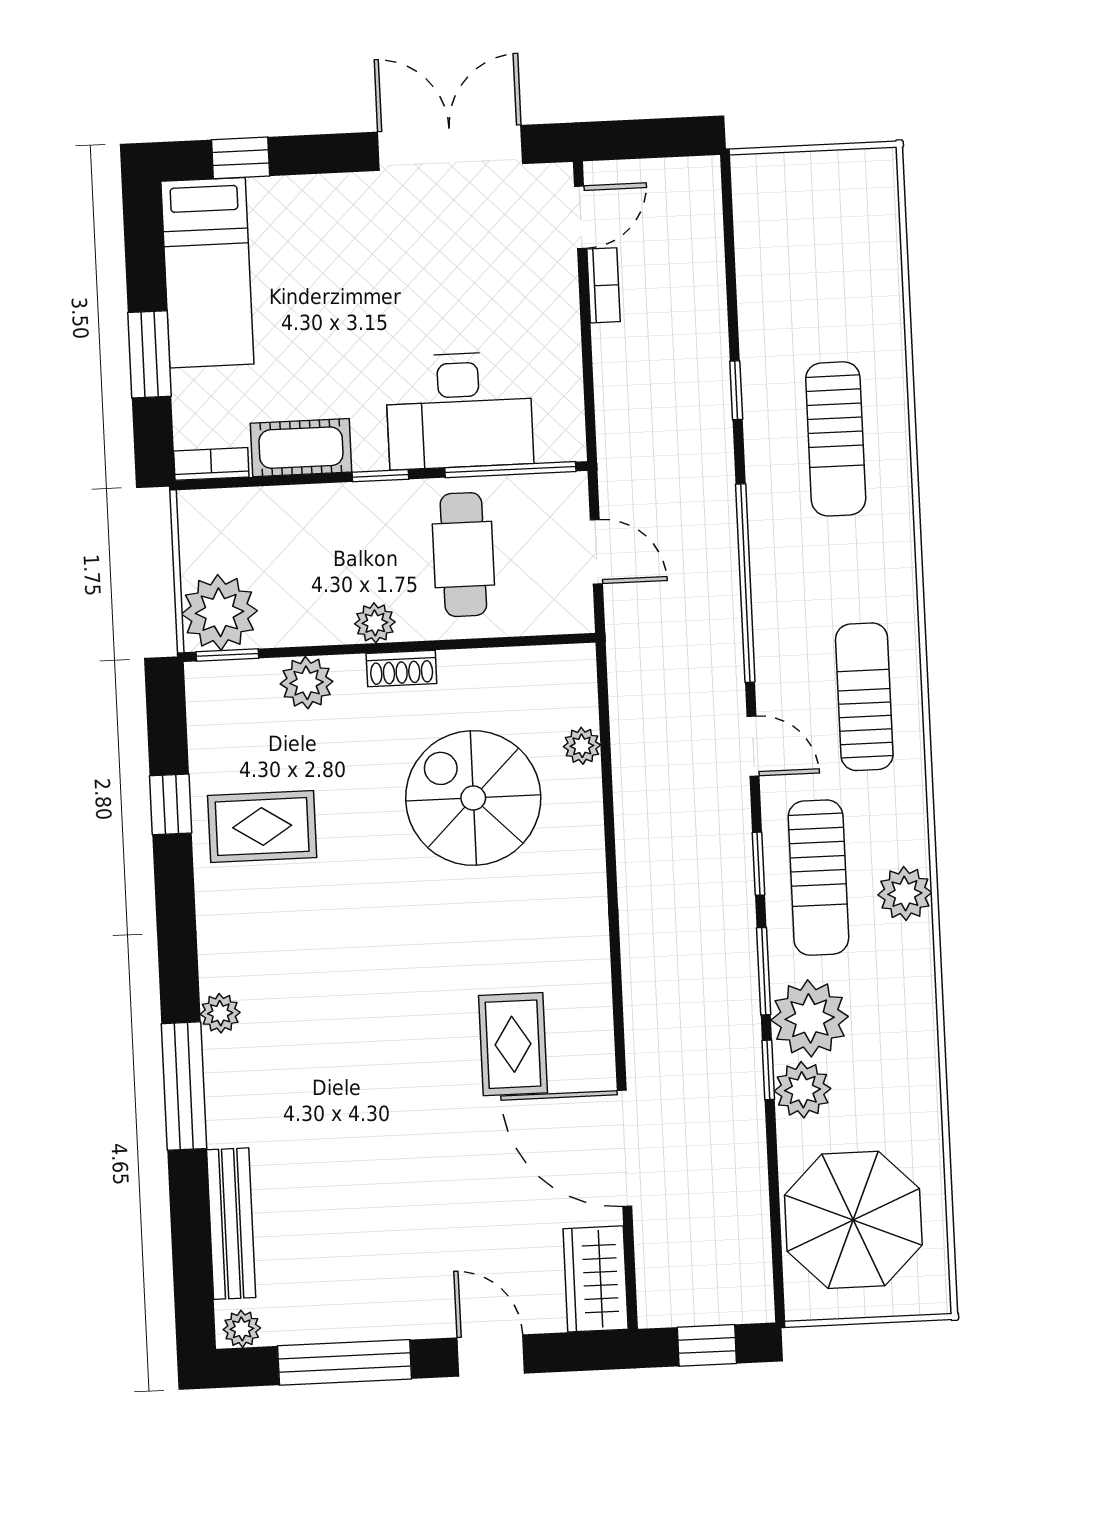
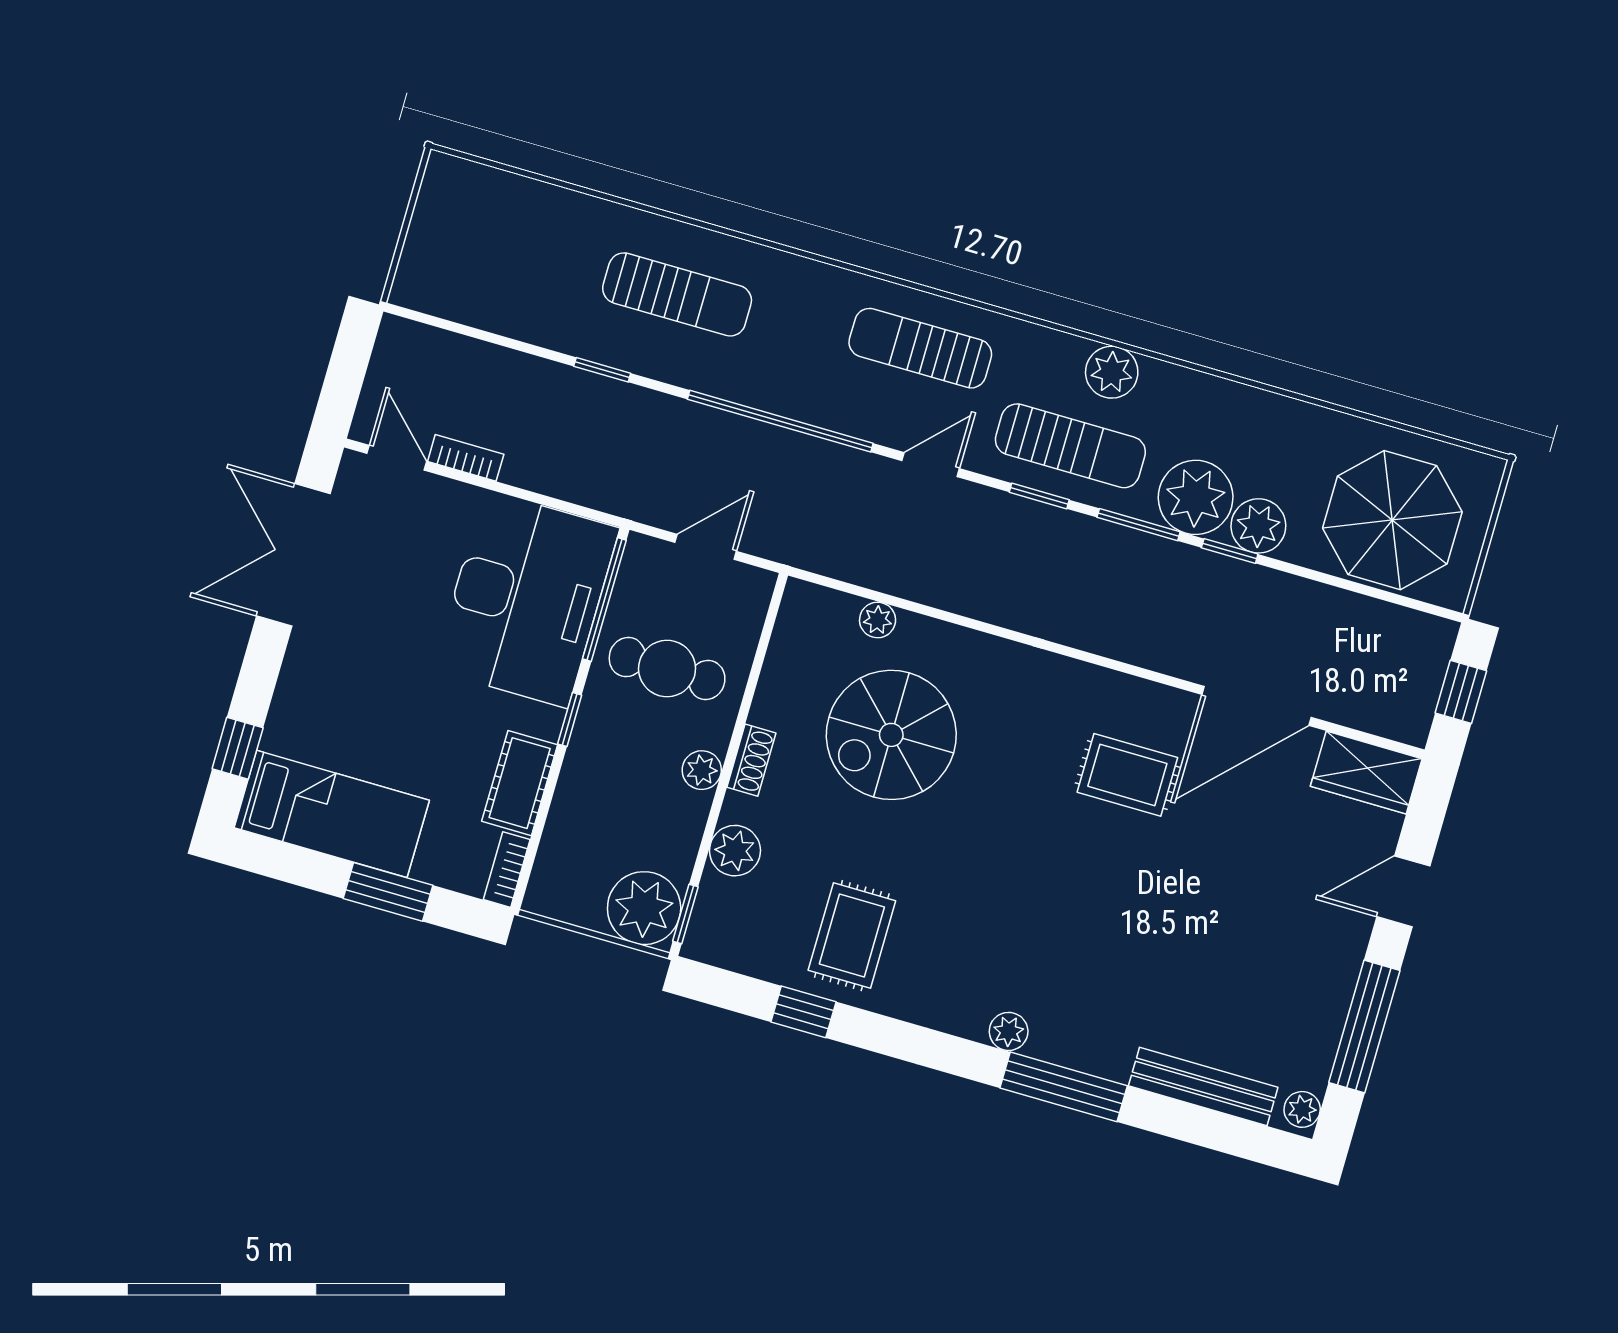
desk: (459, 410) -> (526, 599), width x1.36, depth x1.30

